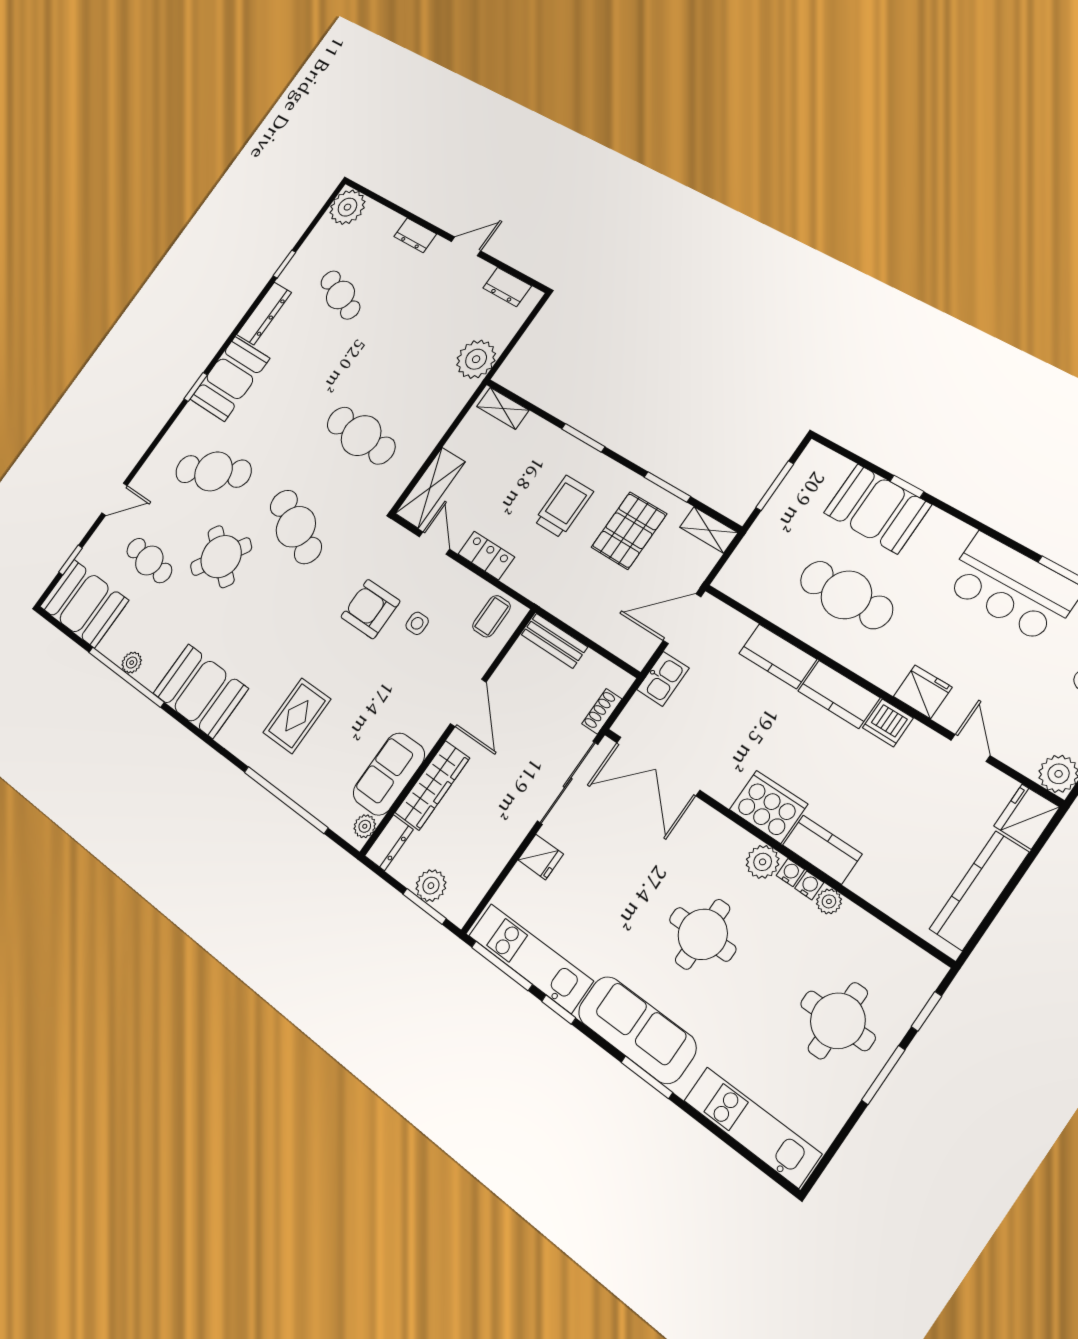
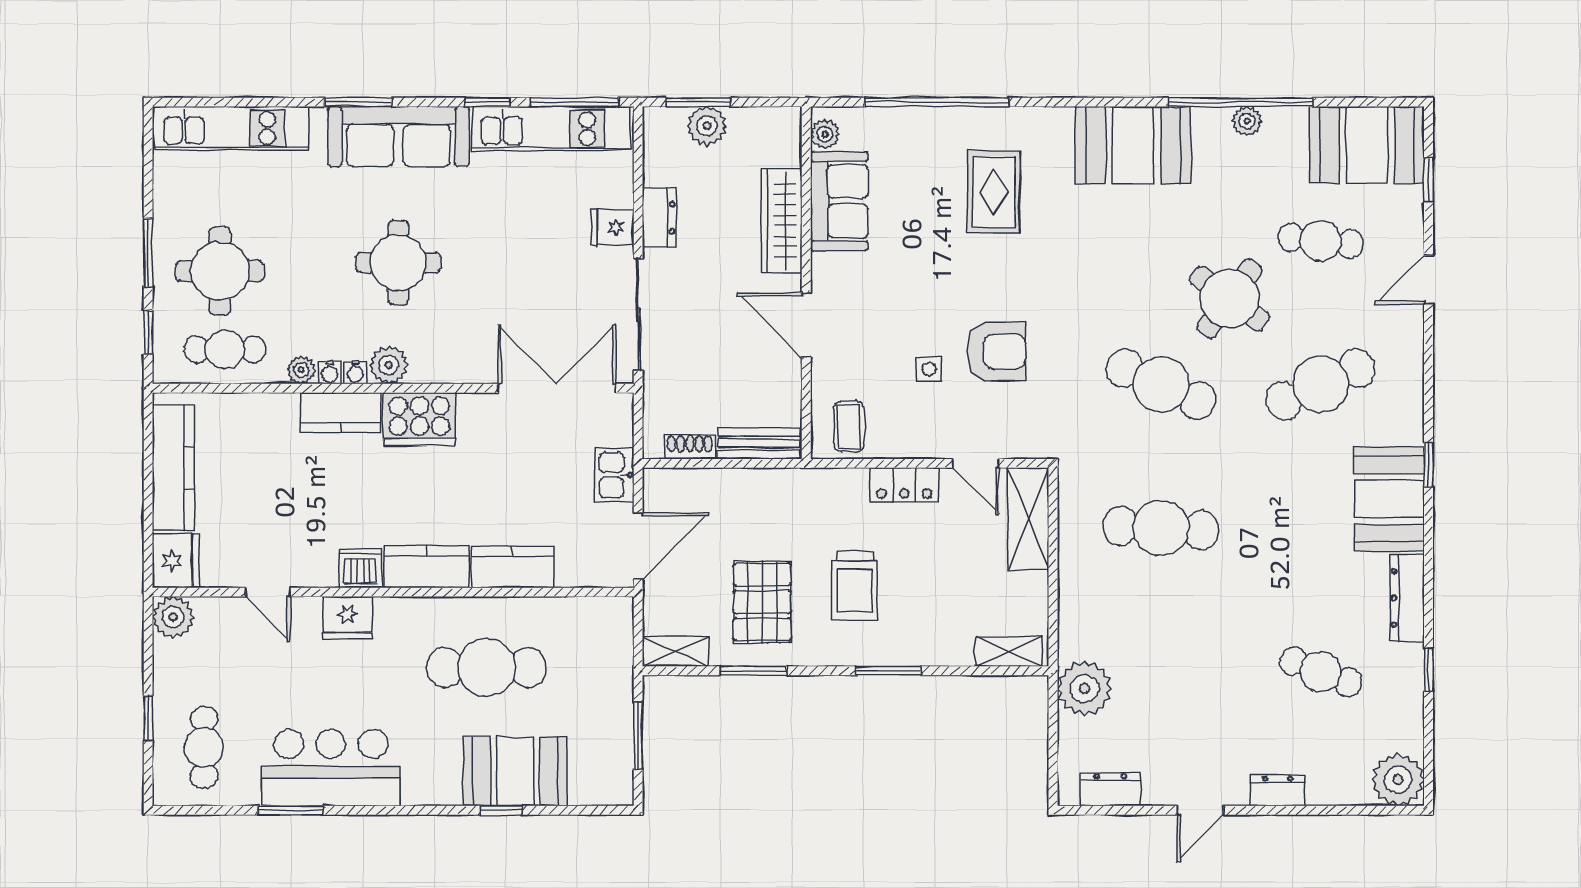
shoe rack: (602, 711) -> (690, 447), moved, turned -90
dresser: (389, 843) -> (659, 218), moved, turned 180
cafe table: (876, 957) -> (225, 349), added

